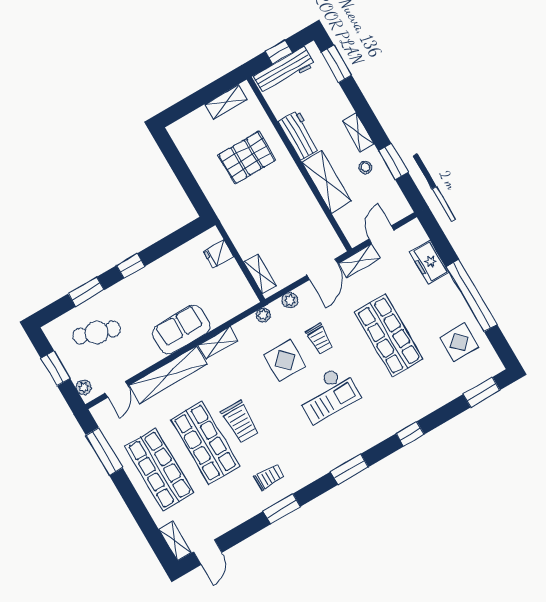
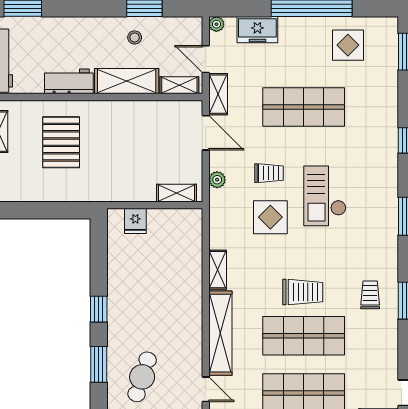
shelving: (358, 132) -> (179, 85), moved
plant: (263, 315) -> (216, 24), moved
sofa: (181, 330) -> (185, 297), removed
checkout: (328, 394) -> (325, 196), turned 180

